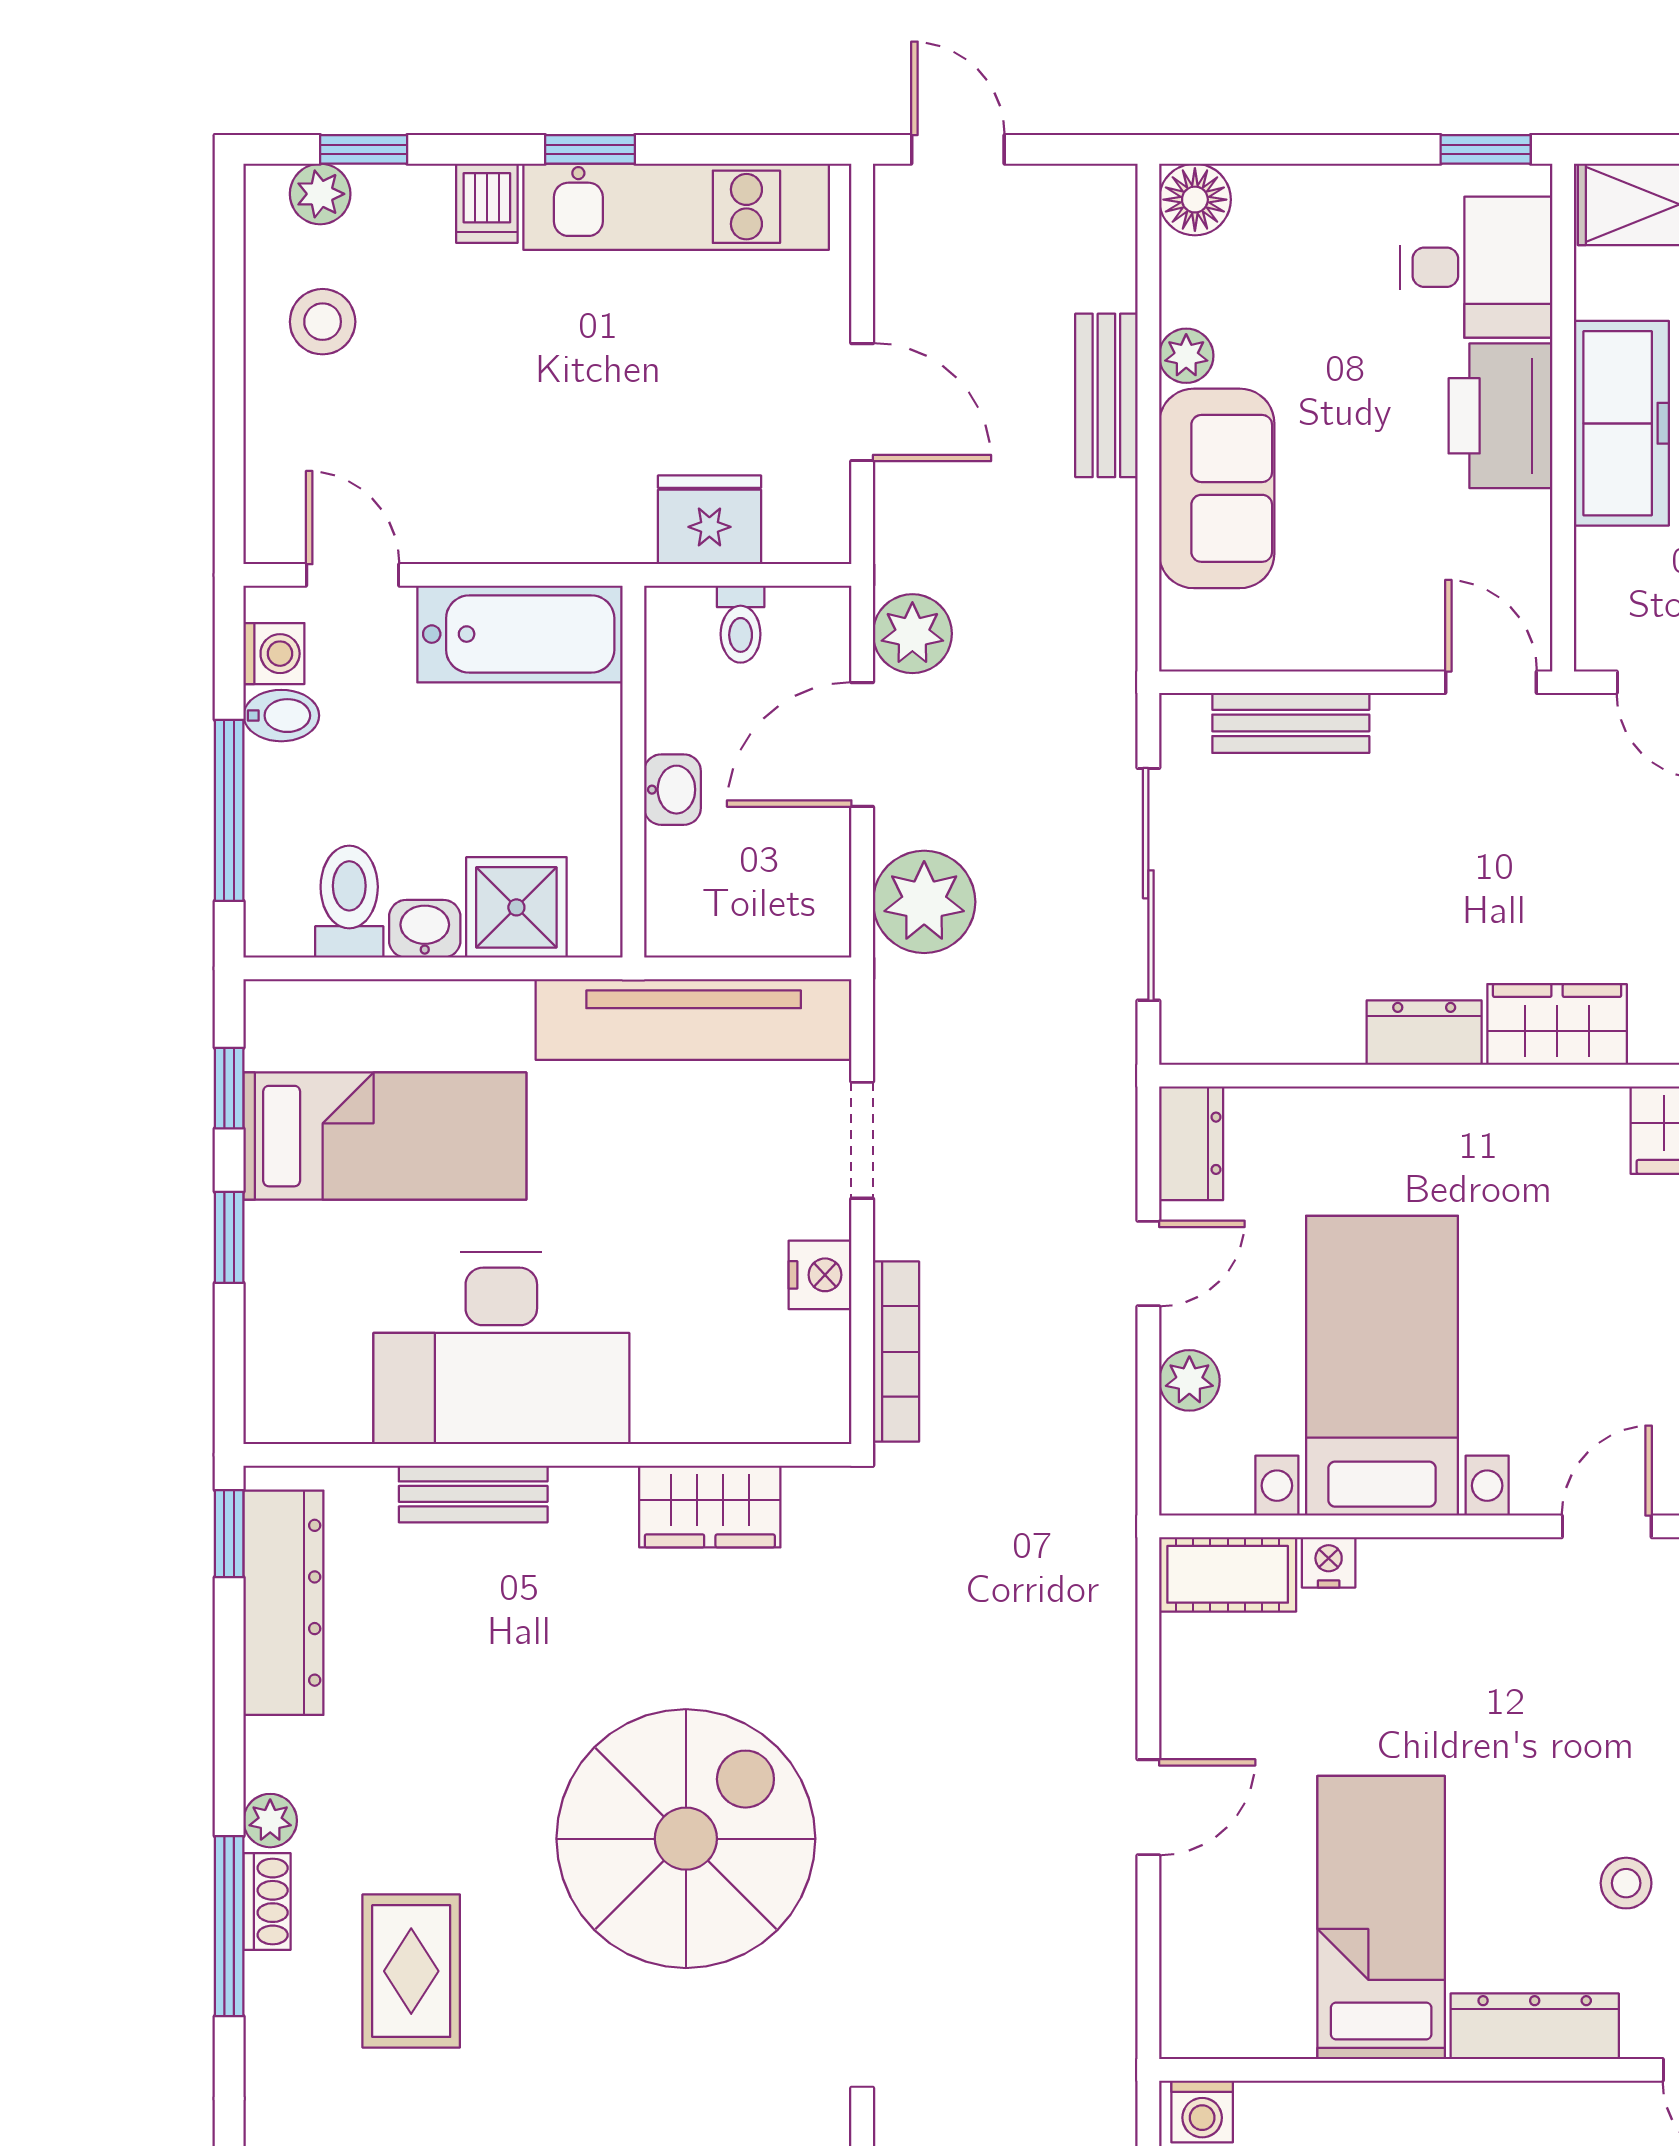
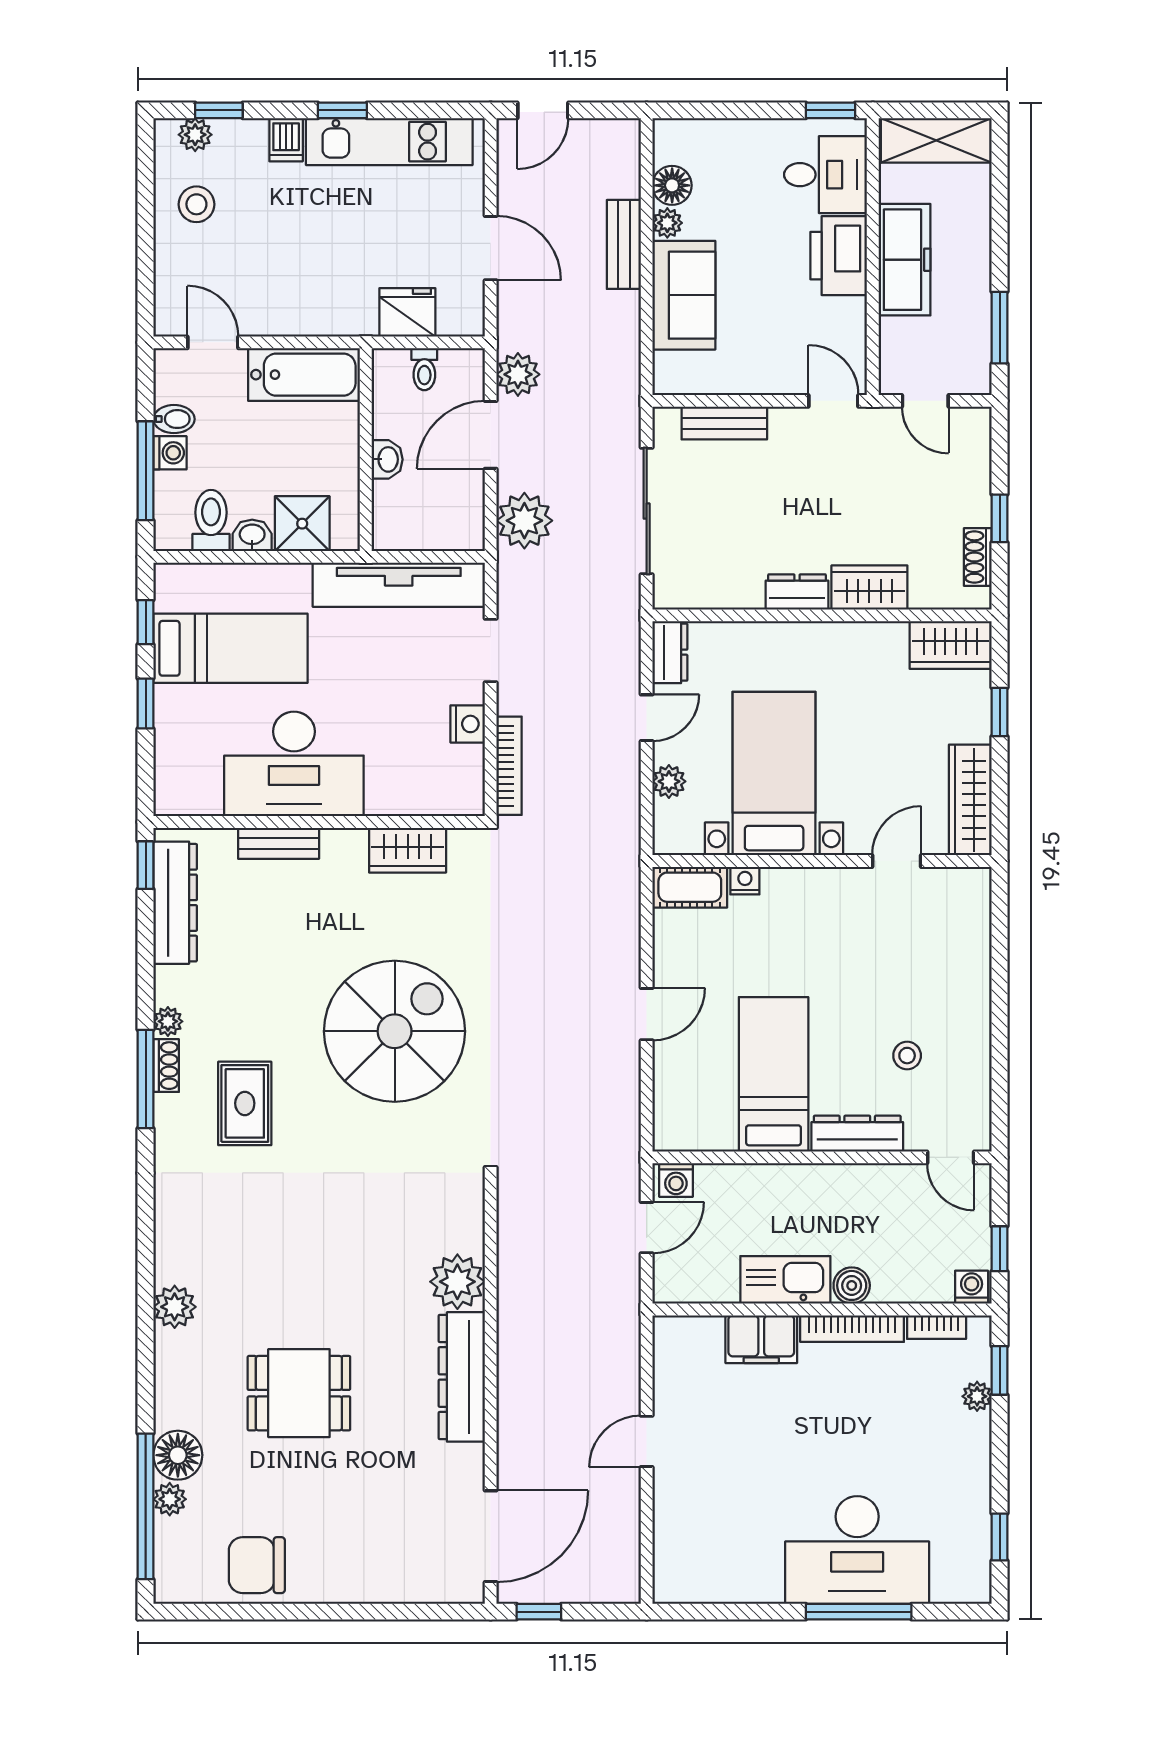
door: (958, 149) -> (543, 110), swing flipped
floor lamp: (1195, 200) -> (672, 185), moved
washing machine: (274, 654) -> (170, 453), moved

